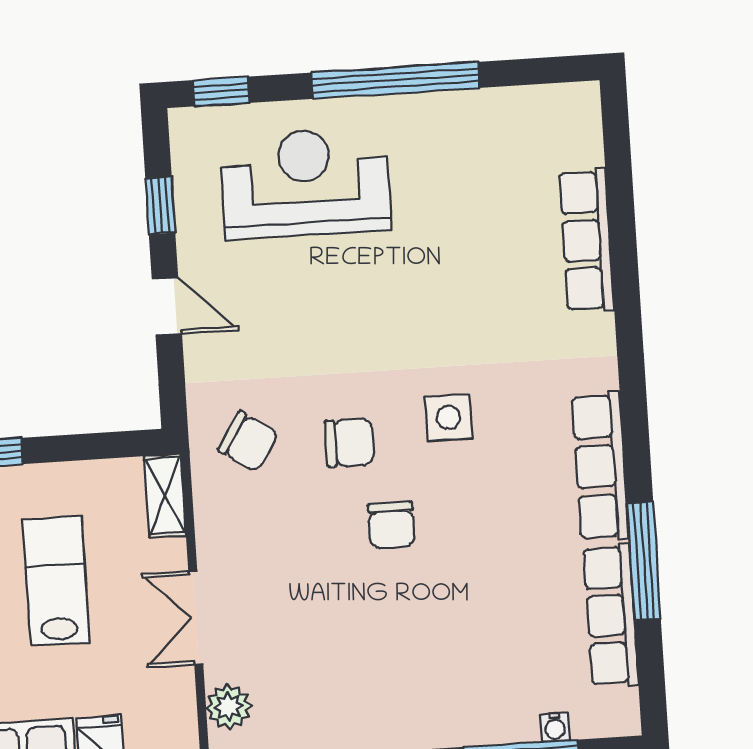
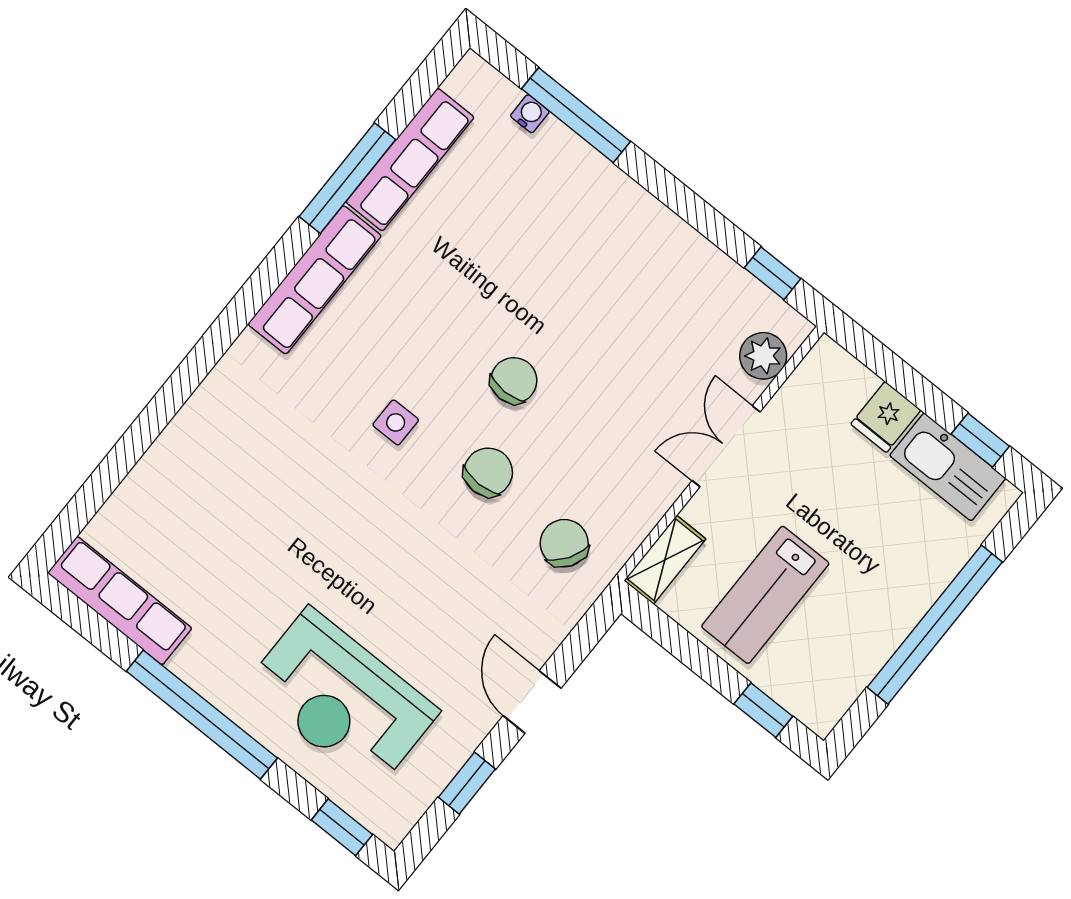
row of seats: (587, 240) -> (120, 601), moved, turned -90
side table: (448, 417) -> (396, 422), width x0.73, depth x0.73
chair: (349, 442) -> (488, 472), turned 90
lab bench: (56, 581) -> (765, 595), moved
double door: (196, 618) -> (726, 446), swing flipped

